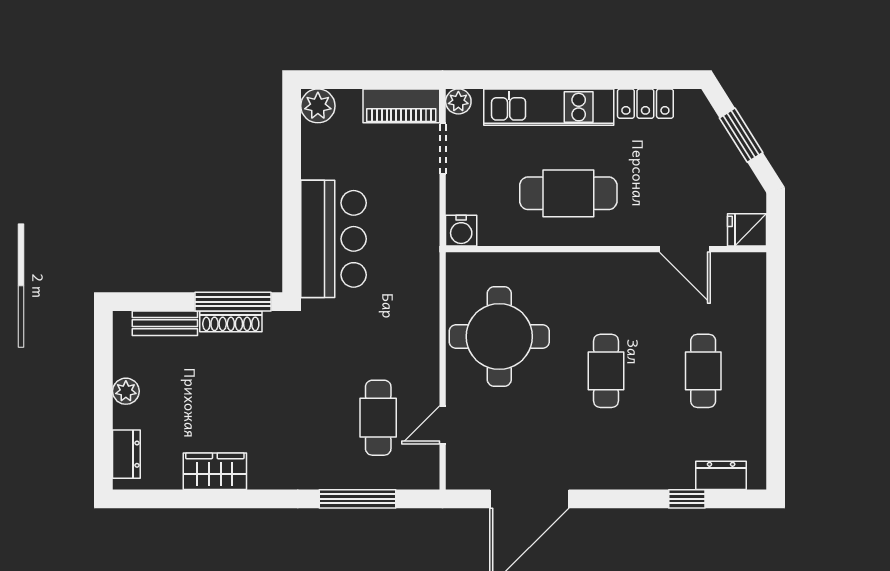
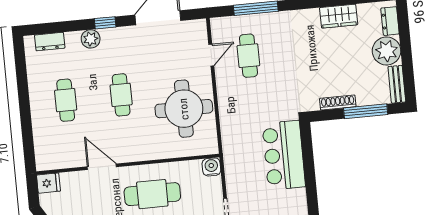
door: (685, 249) -> (102, 167), moved
window: (233, 302) -> (366, 111), moved
bench: (165, 323) -> (397, 84), moved, turned 90
plant: (126, 391) -> (387, 51), width x1.88, depth x1.88
plant: (650, 473) -> (91, 39), added
window: (687, 499) -> (105, 23), moved

